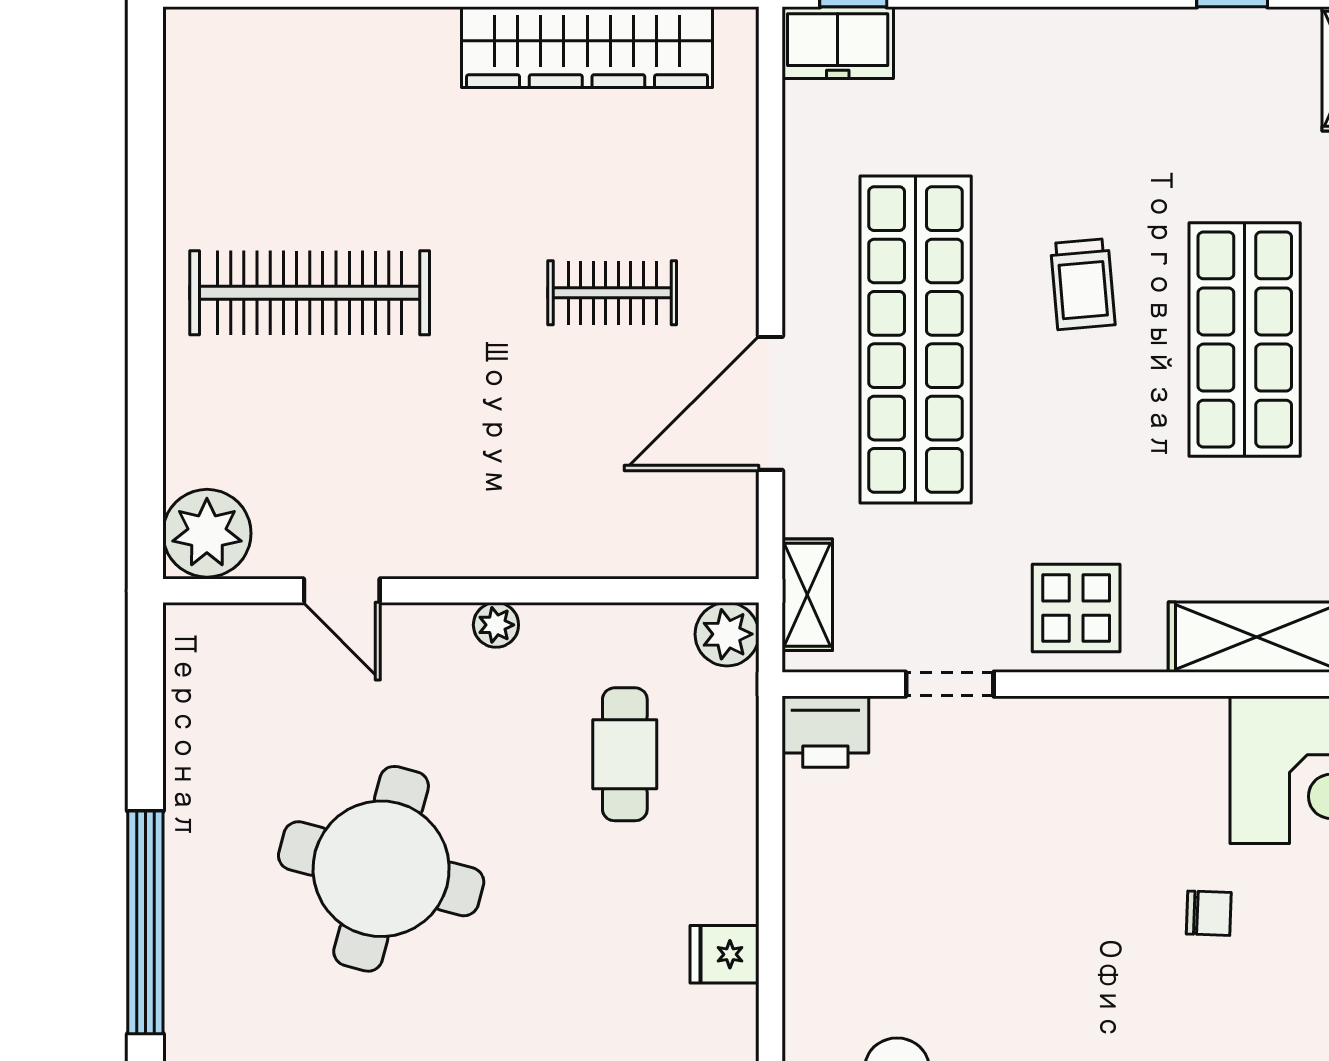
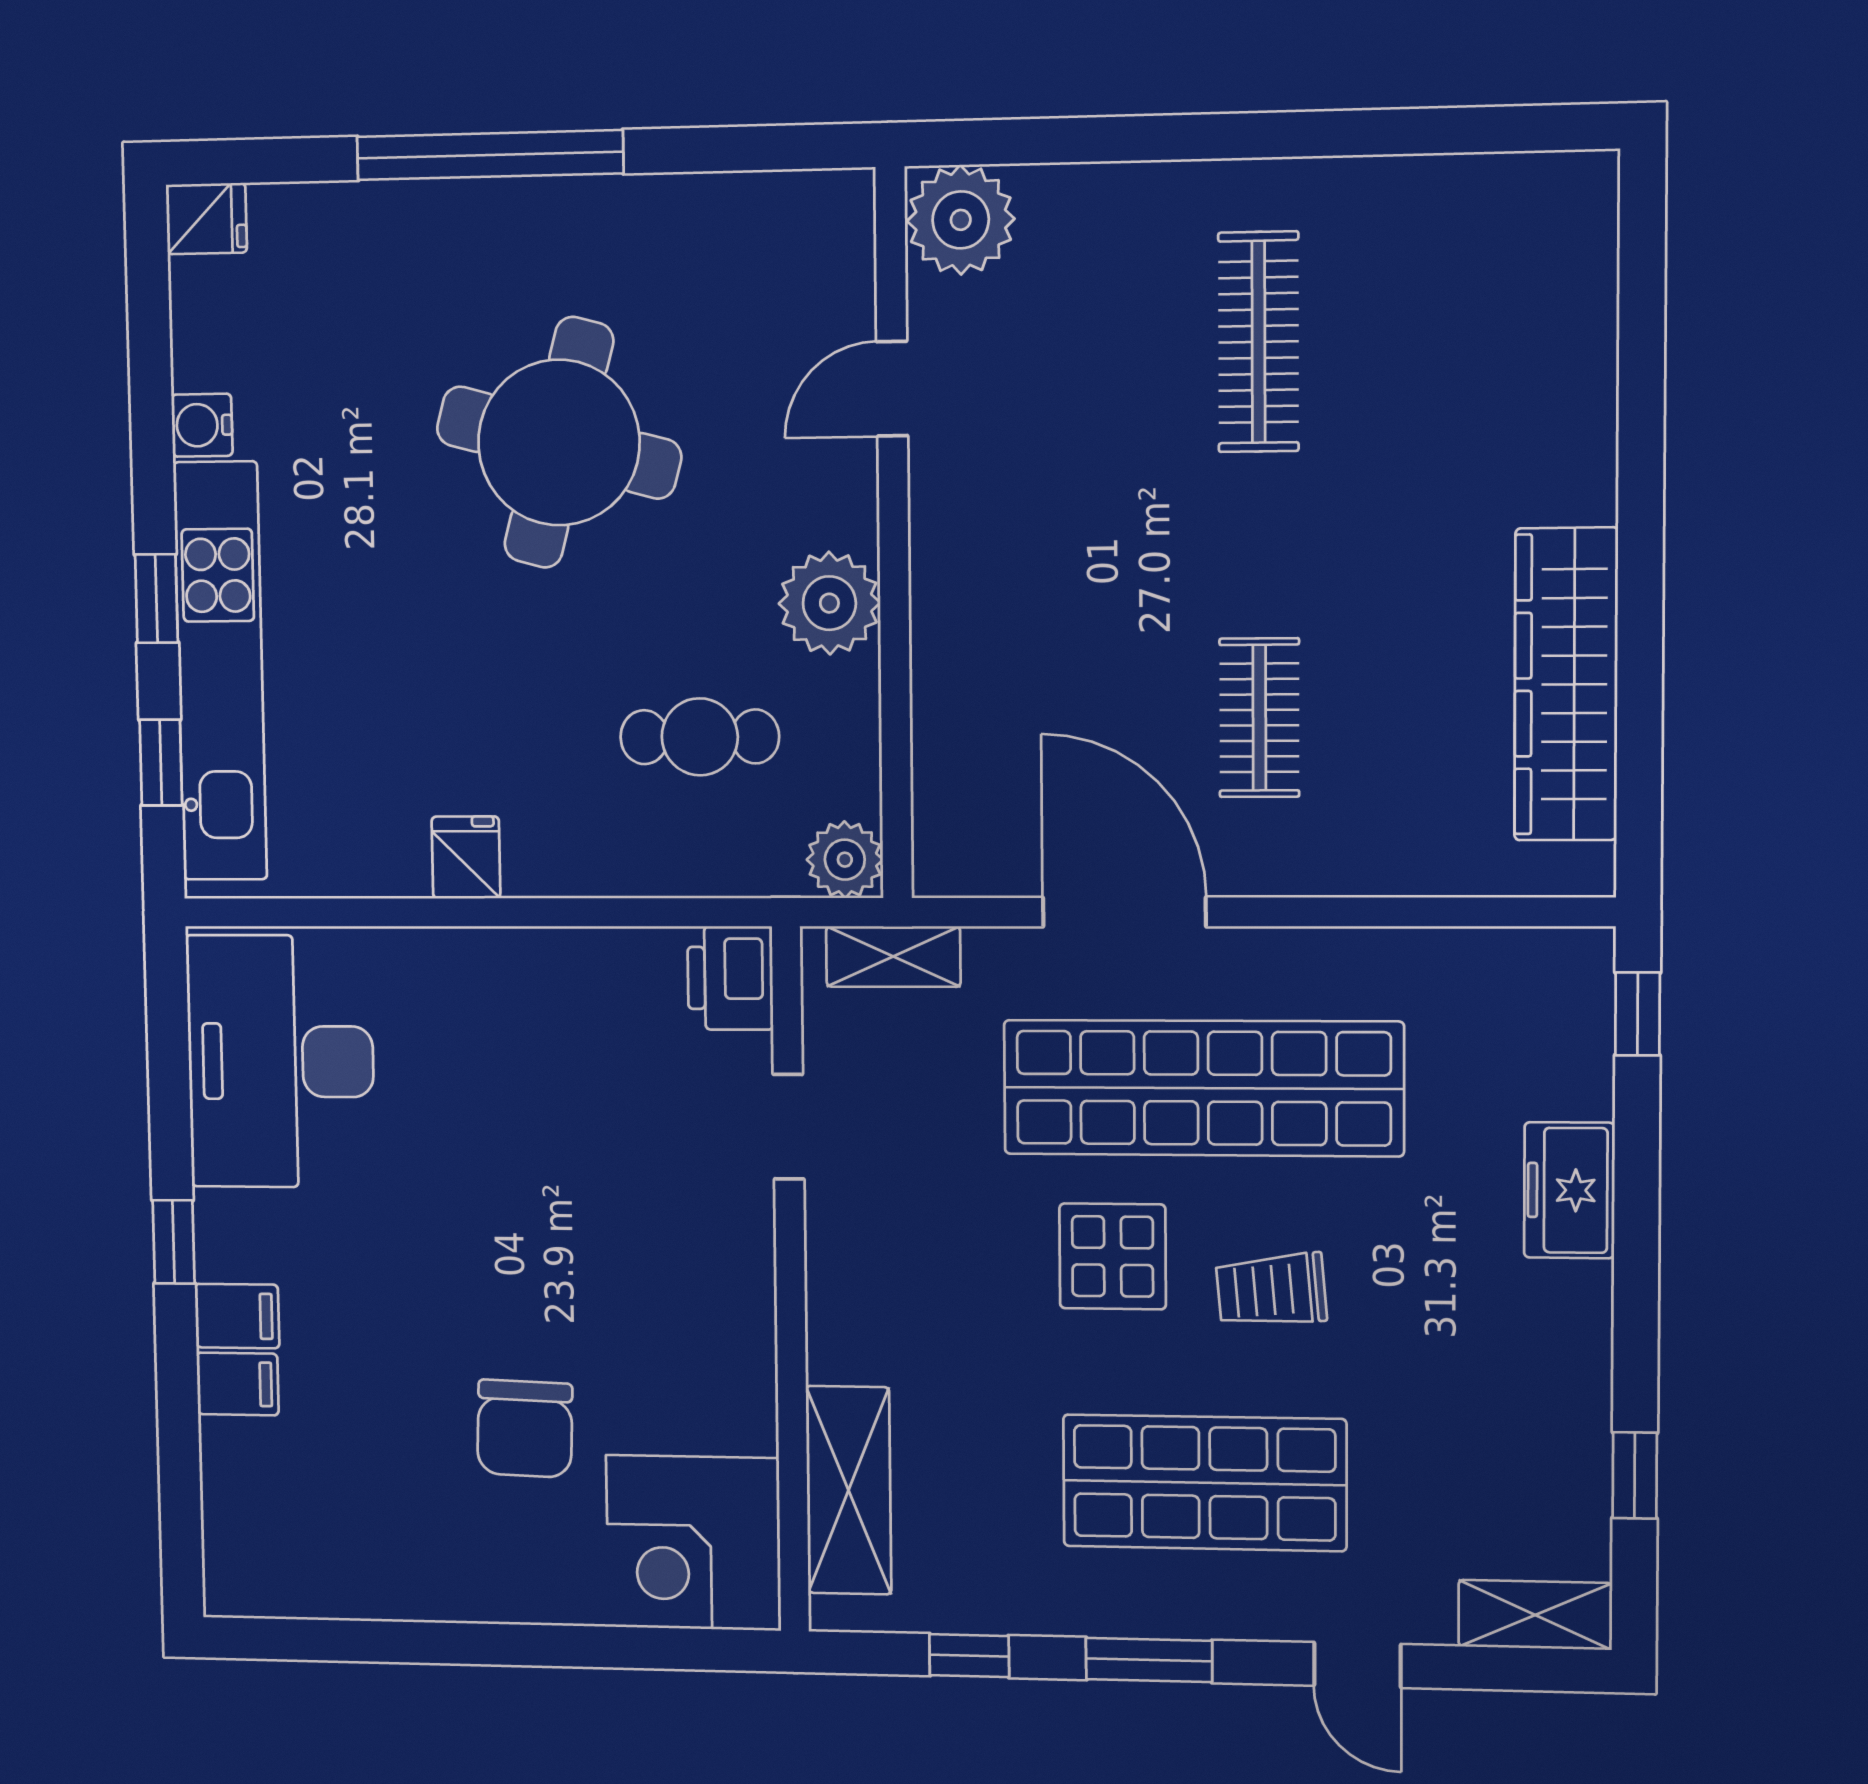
freezer: (838, 43) -> (1569, 1190), moved
clothes rail: (310, 293) -> (1259, 342), width x0.73, depth x0.76
display table: (1076, 608) -> (1113, 1256), moved
plant: (496, 625) -> (829, 603), width x1.88, depth x1.88
chair: (1209, 913) -> (525, 1429), width x1.87, depth x1.87

